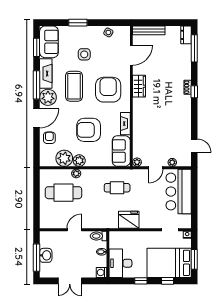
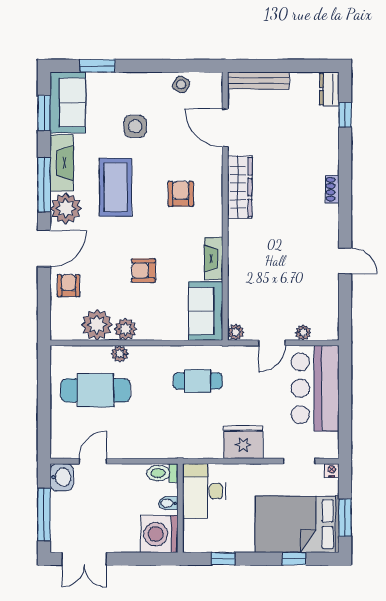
window: (78, 23) -> (97, 66), moved
window: (194, 48) -> (345, 115), width x0.46
door: (131, 55) -> (225, 128), swing flipped
wardrobe: (139, 86) -> (240, 187), width x1.50
armchair: (108, 90) -> (181, 194), width x0.53, depth x0.53
window: (194, 92) -> (345, 198), removed
armchair: (89, 130) -> (143, 271), width x0.53, depth x0.53
door: (194, 146) -> (345, 261), moved
fridge: (129, 220) -> (243, 442), moved
door: (74, 230) -> (93, 461), moved
washbasin: (46, 255) -> (62, 477), moved
desk: (120, 263) -> (204, 491), moved
washing machine: (101, 272) -> (159, 534), width x1.89, depth x1.89
double door: (70, 281) -> (84, 559), moved
window: (141, 281) -> (223, 559), moved

